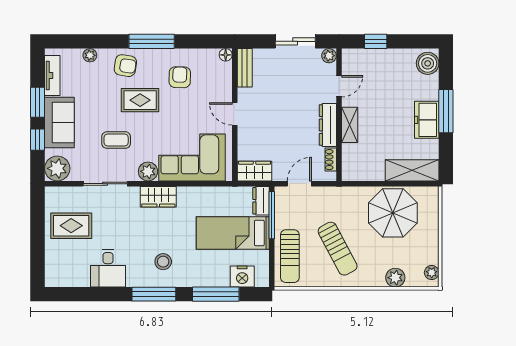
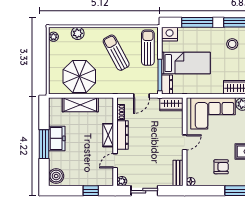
armchair: (180, 77) -> (221, 167), turned -92
door: (235, 114) -> (185, 142), hinge flipped
shelving: (412, 170) -> (80, 105), moved
nightstand: (242, 276) -> (170, 34), moved

